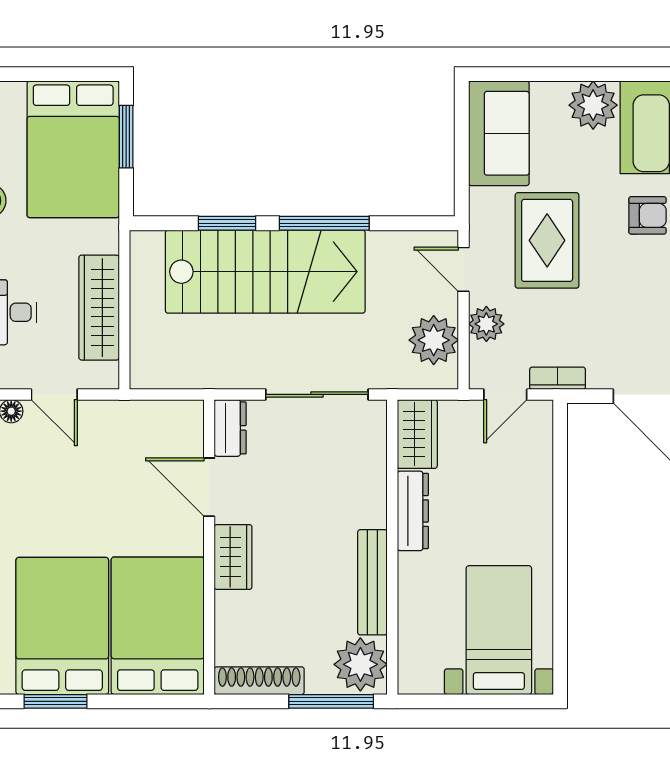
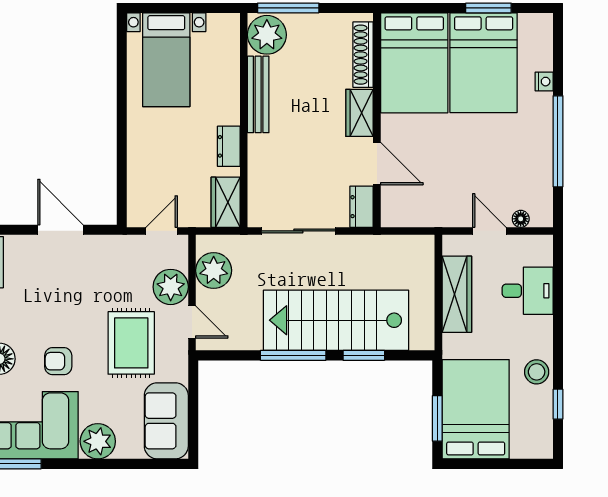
plant: (486, 324) -> (171, 287), width x1.36, depth x1.36
bookcase: (558, 378) -> (124, 243), removed
dresser: (413, 511) -> (229, 146), width x0.70
shoe rack: (259, 681) -> (363, 55), moved, turned 90

